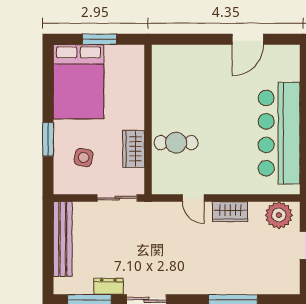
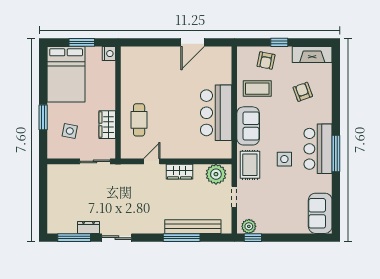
nightstand: (136, 54) -> (109, 54), added
bar counter: (279, 133) -> (216, 113), width x0.73
cafe table: (176, 143) -> (139, 120), turned 90
door: (193, 198) -> (152, 161), swing flipped
bench: (63, 239) -> (193, 227), moved, turned 90

